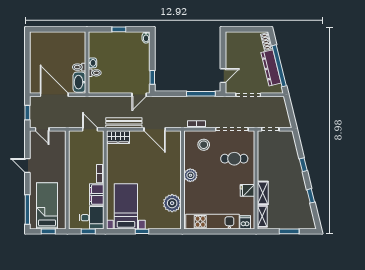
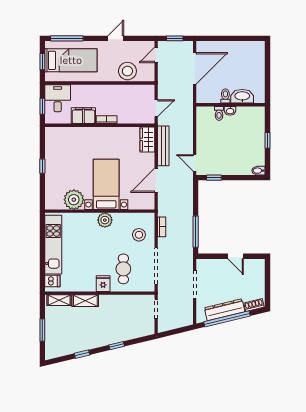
door: (223, 76) -> (236, 256), moved
washbasin: (79, 82) -> (242, 96), moved
stool: (57, 155) -> (127, 71), added
fridge: (248, 190) -> (103, 284), moved
bed with nightstands: (126, 206) -> (106, 184), moved, turned -90
desk: (92, 218) -> (58, 98), moved, turned 180

